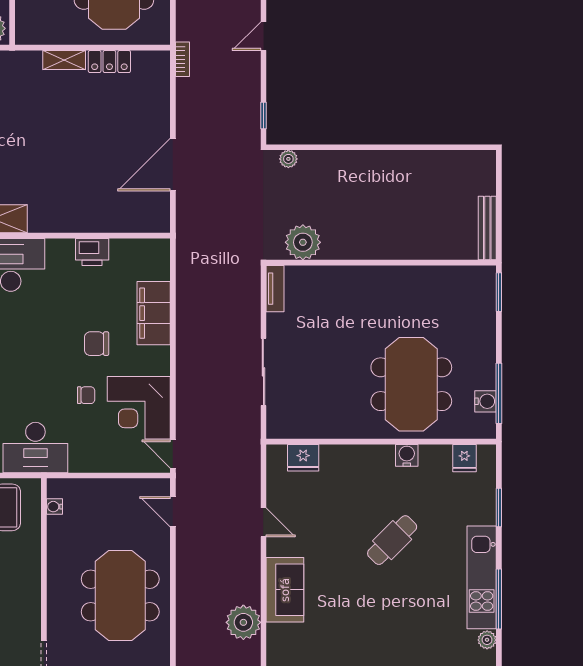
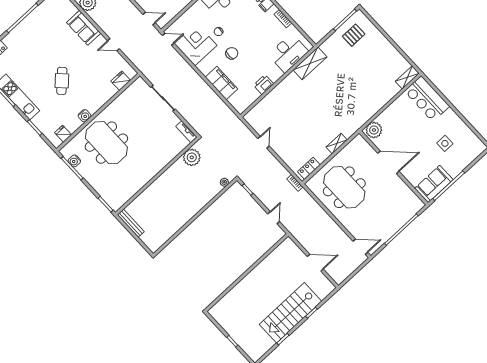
locker: (109, 62) -> (309, 168), moved
door: (173, 165) -> (264, 142), width x0.53

